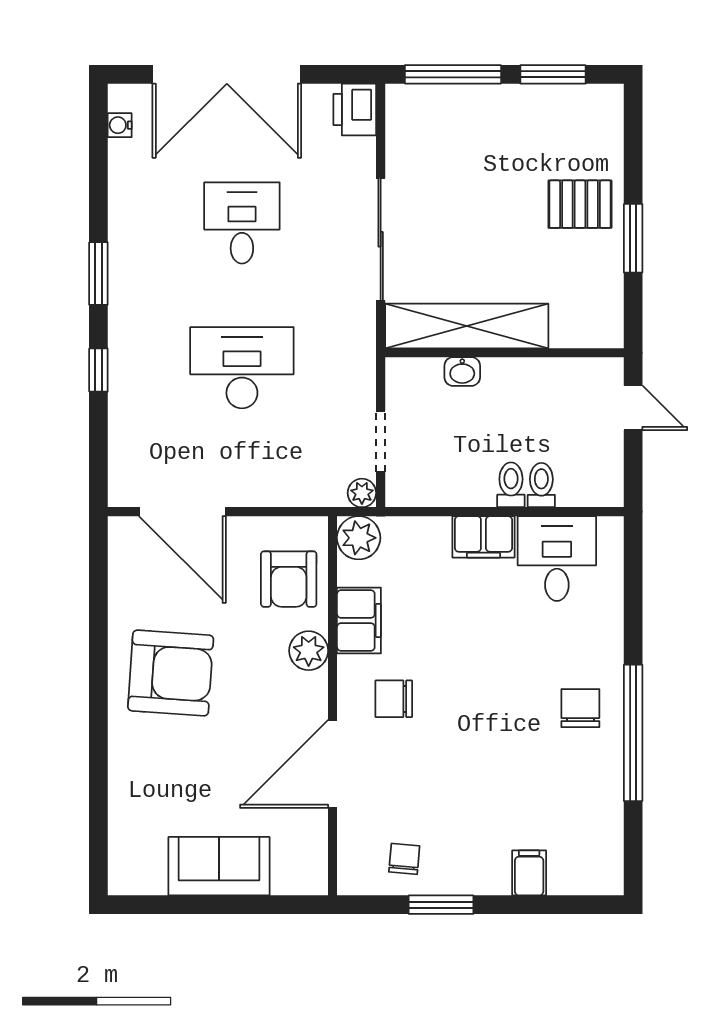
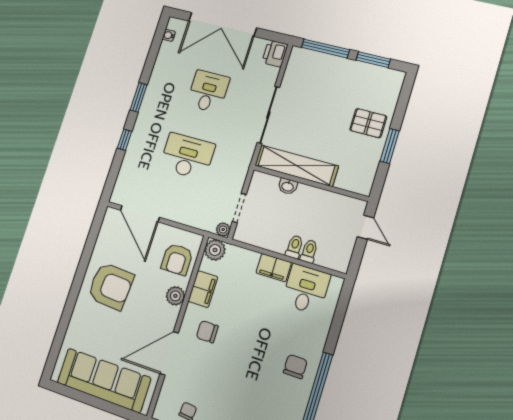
sofa: (219, 866) -> (104, 380), width x1.85, depth x1.27

